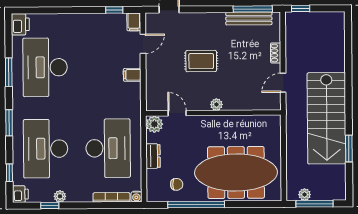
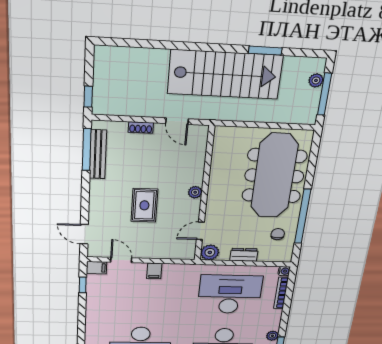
plant: (305, 195) -> (316, 80), moved

